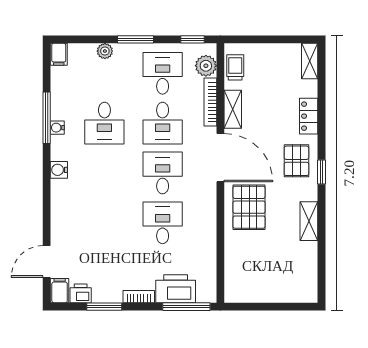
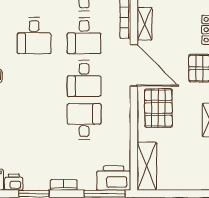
desk: (163, 173) -> (84, 79), turned 180
shelving: (235, 275) -> (147, 166), added
printer: (176, 289) -> (114, 178), moved

